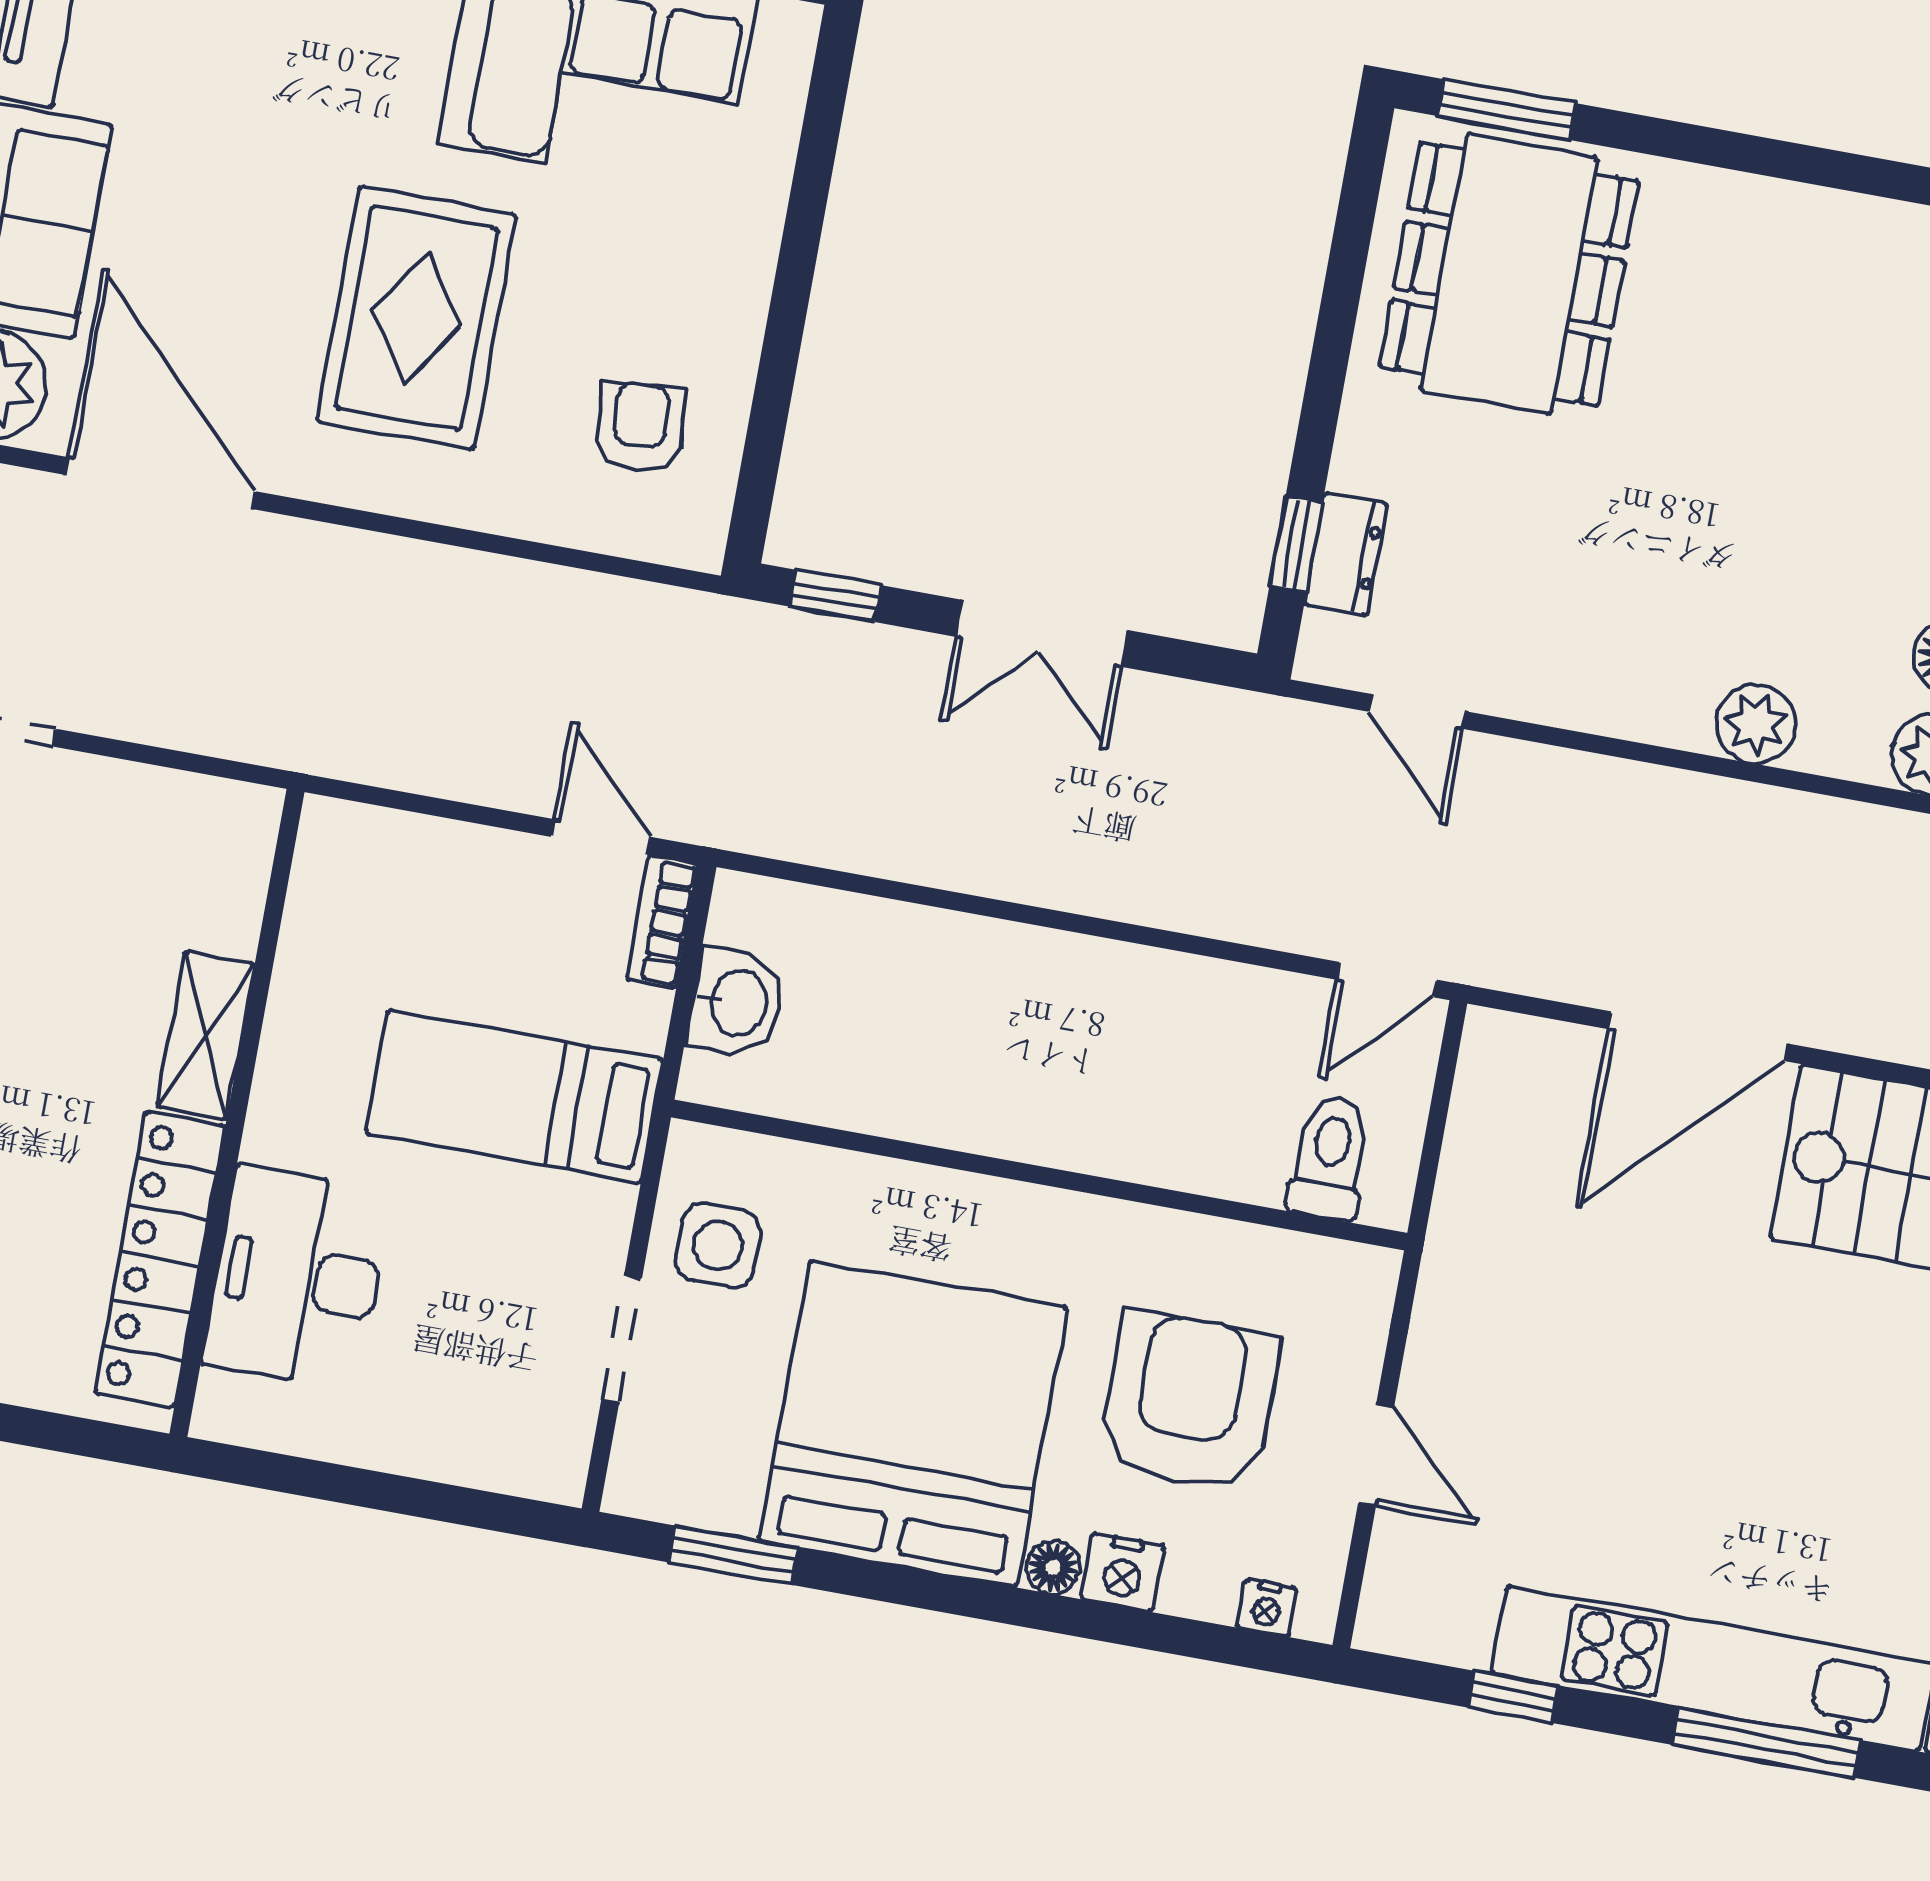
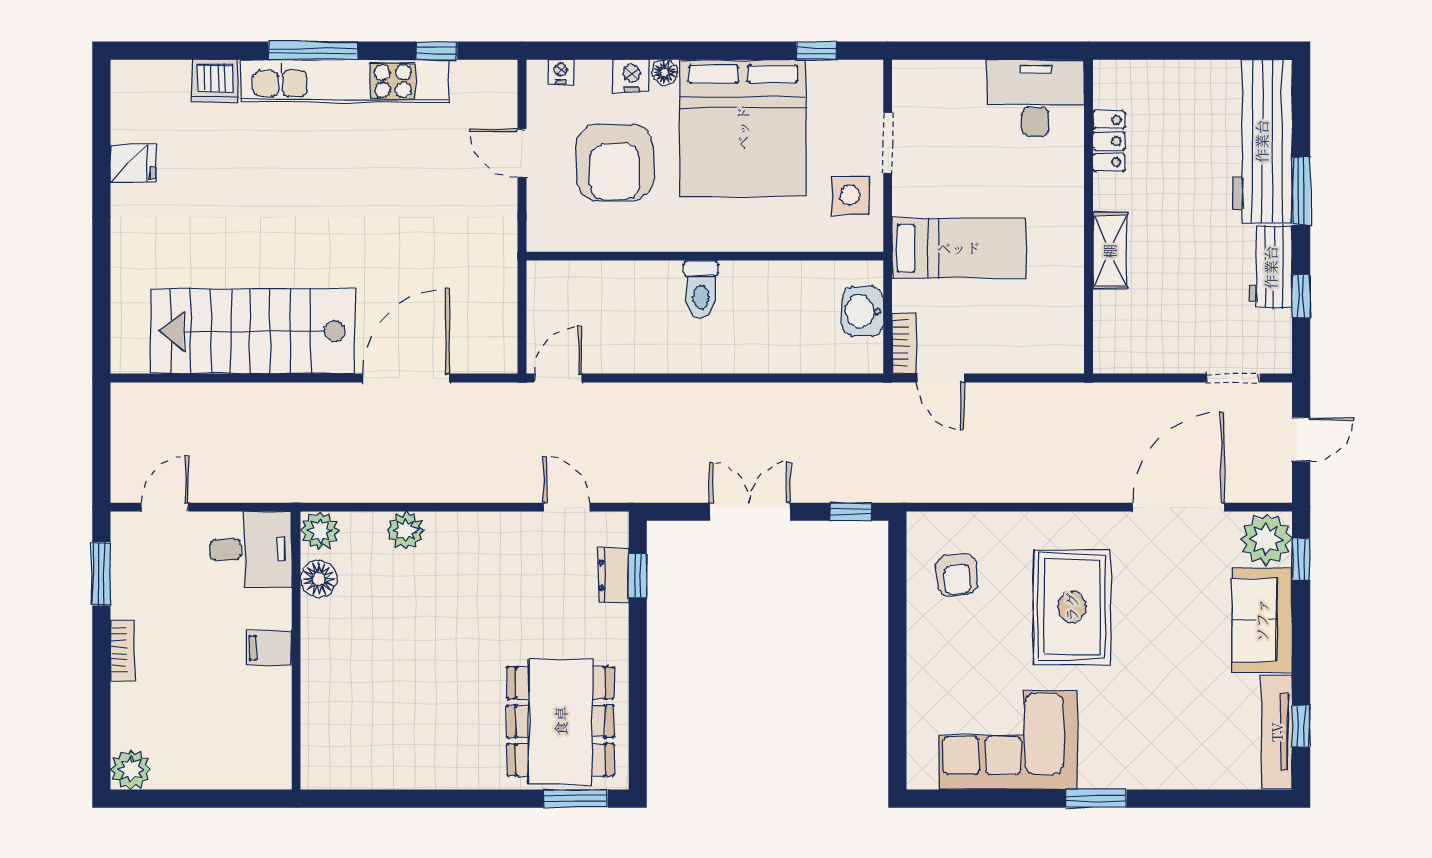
door: (160, 483) -> (1179, 507), swing flipped
toilet: (1330, 1158) -> (701, 289), moved
locker: (160, 1259) -> (1109, 141), width x0.46, depth x0.83
desk: (297, 1278) -> (1035, 98), moved, turned -90
window: (734, 1555) -> (816, 51), width x0.67

